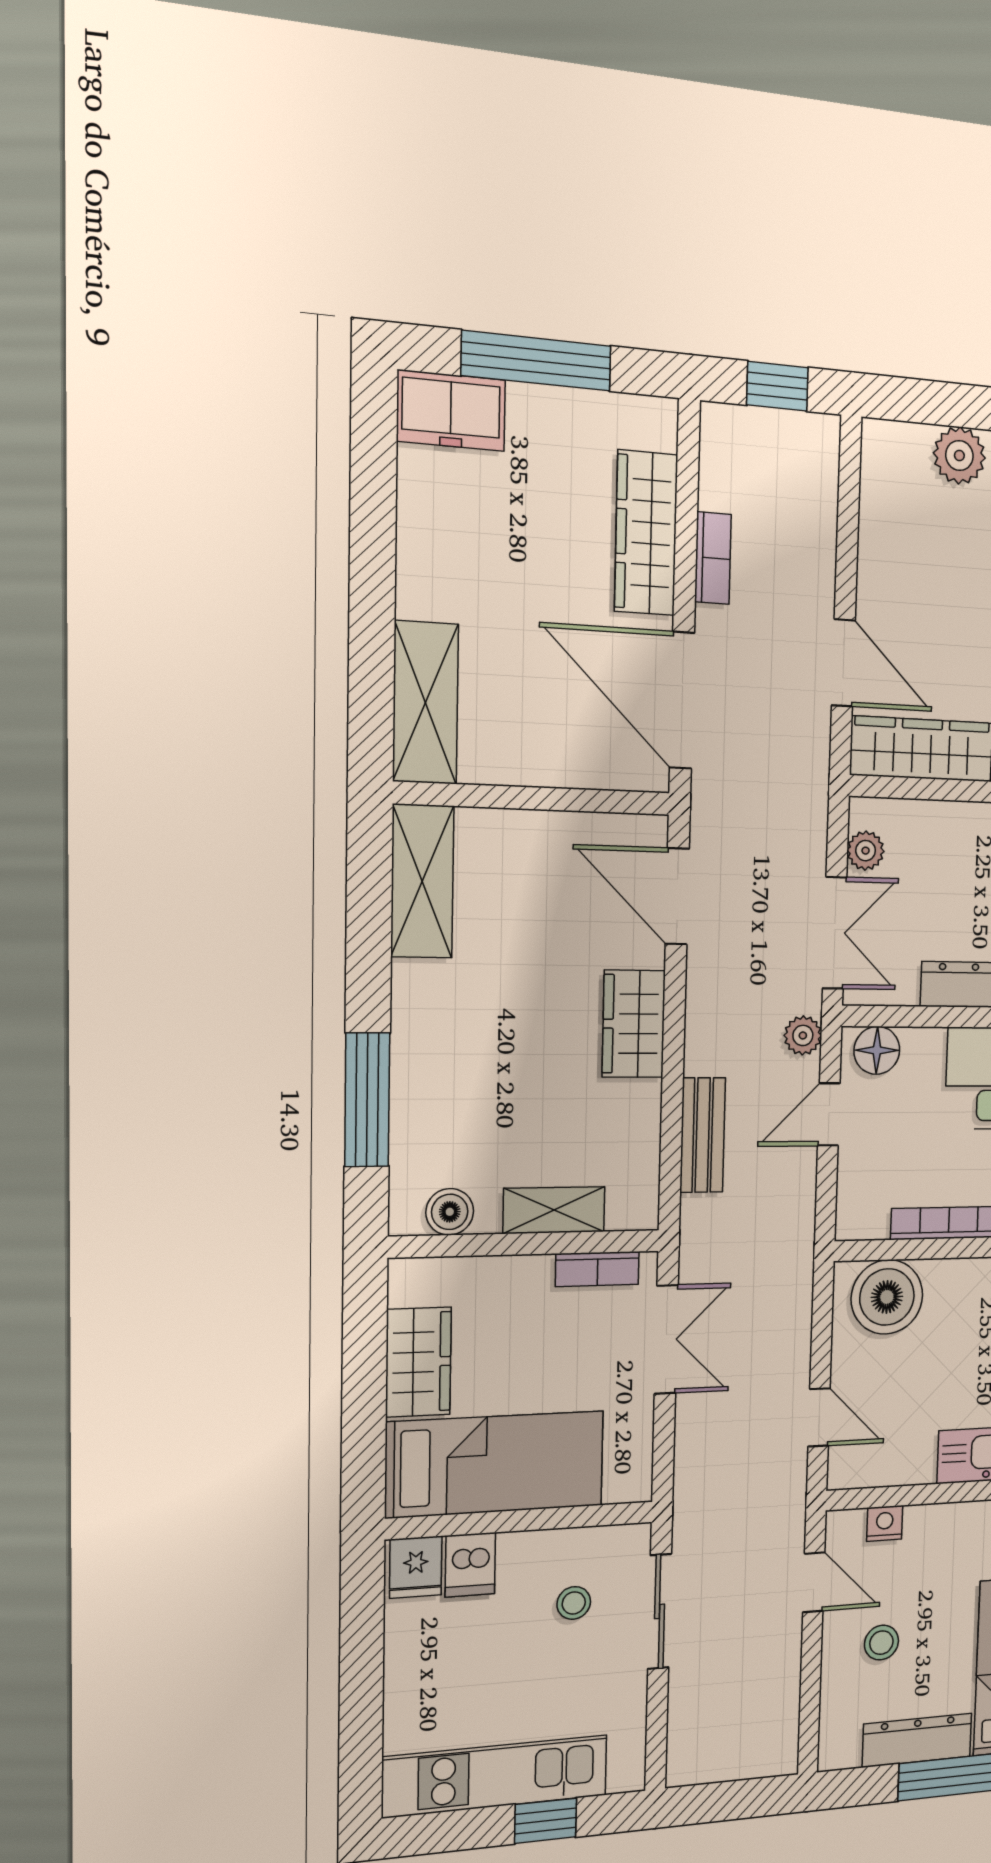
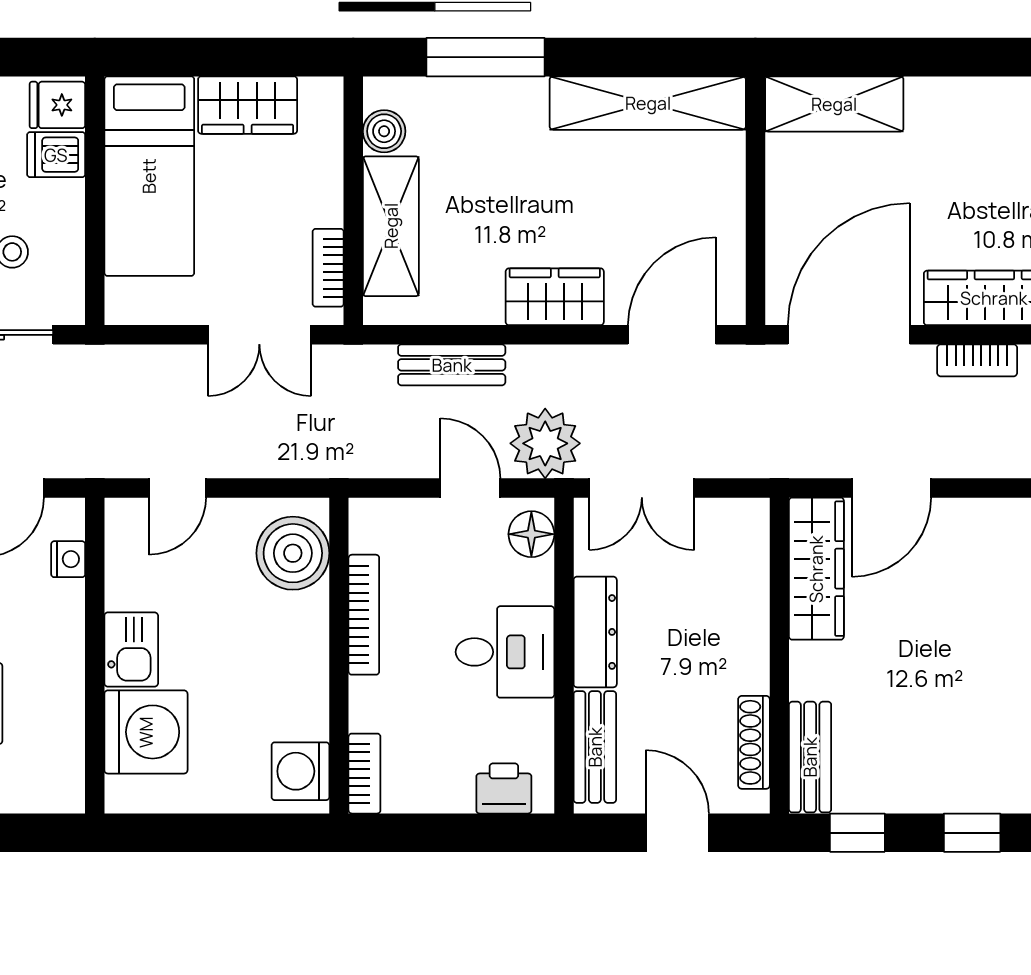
plant: (866, 851) -> (719, 516), removed
shelving: (422, 881) -> (648, 103), width x1.47
plant: (803, 1035) -> (545, 443), width x1.87, depth x1.87
shelving: (554, 1210) -> (391, 226), width x1.50, depth x1.33

